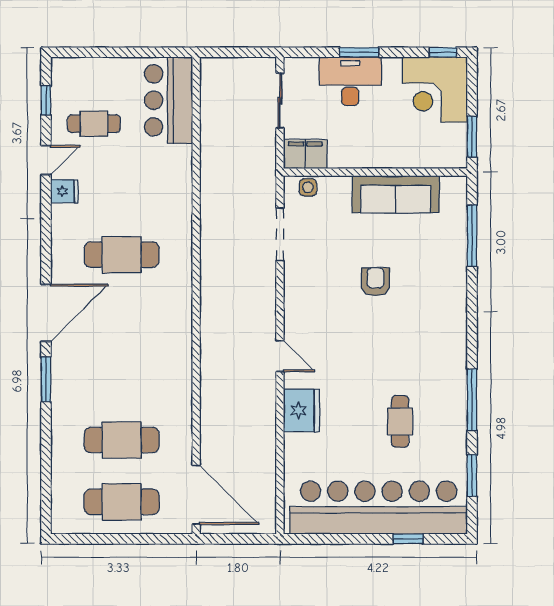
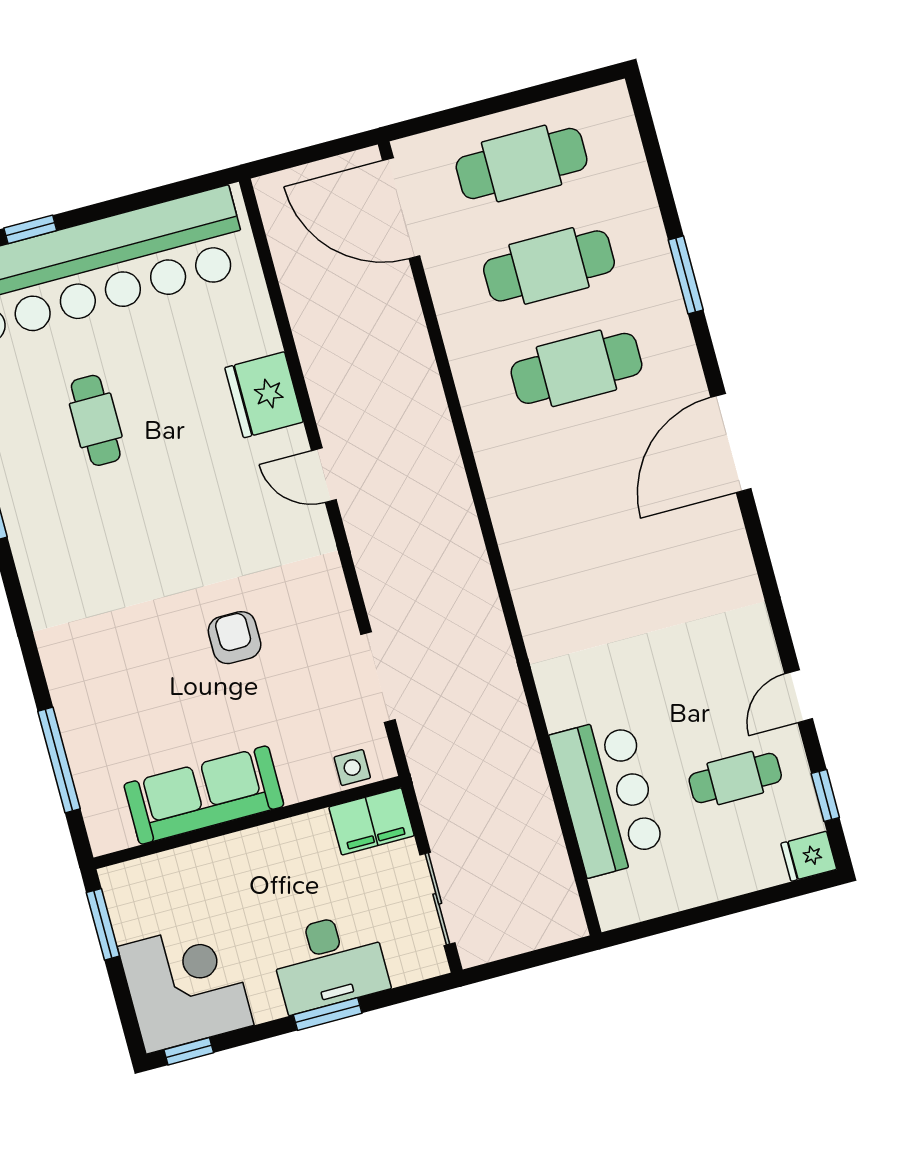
bar counter: (169, 100) -> (608, 796), moved
fridge: (64, 191) -> (809, 856), moved
cafe table: (122, 255) -> (576, 368), moved
armchair: (375, 282) -> (235, 638), moved, turned 180
window: (46, 379) -> (686, 275), moved

